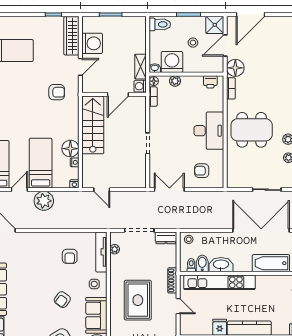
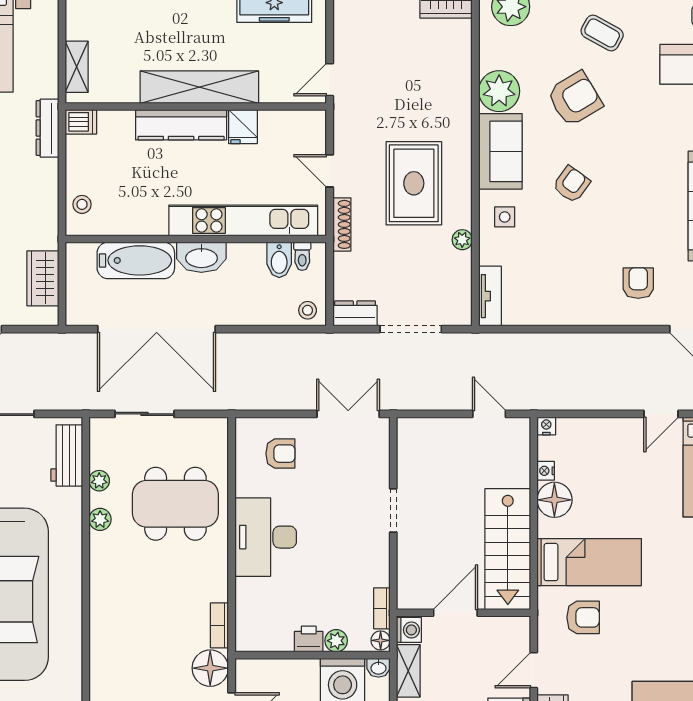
printer: (210, 82) -> (309, 639), moved
armchair: (57, 92) -> (583, 617), turned 180
dining table: (252, 130) -> (175, 504), moved
bed: (41, 163) -> (589, 562), moved, turned -90
double door: (169, 190) -> (348, 414), swing flipped
plant: (44, 201) -> (610, 391), removed
plant: (115, 249) -> (462, 240), moved
tv unit: (101, 252) -> (490, 296), width x0.71
armchair: (70, 256) -> (638, 283), moved
washbasin: (221, 265) -> (201, 257), moved

